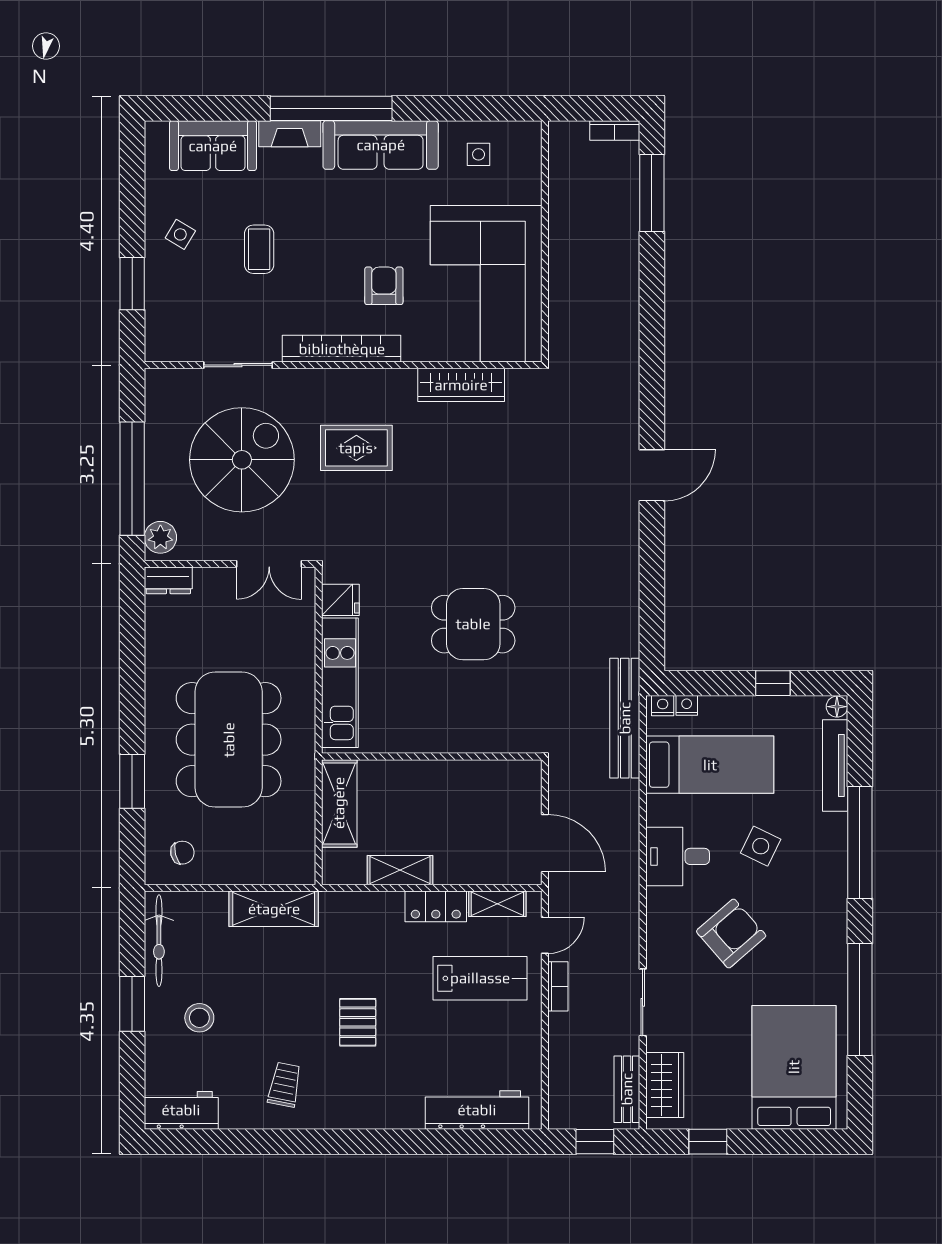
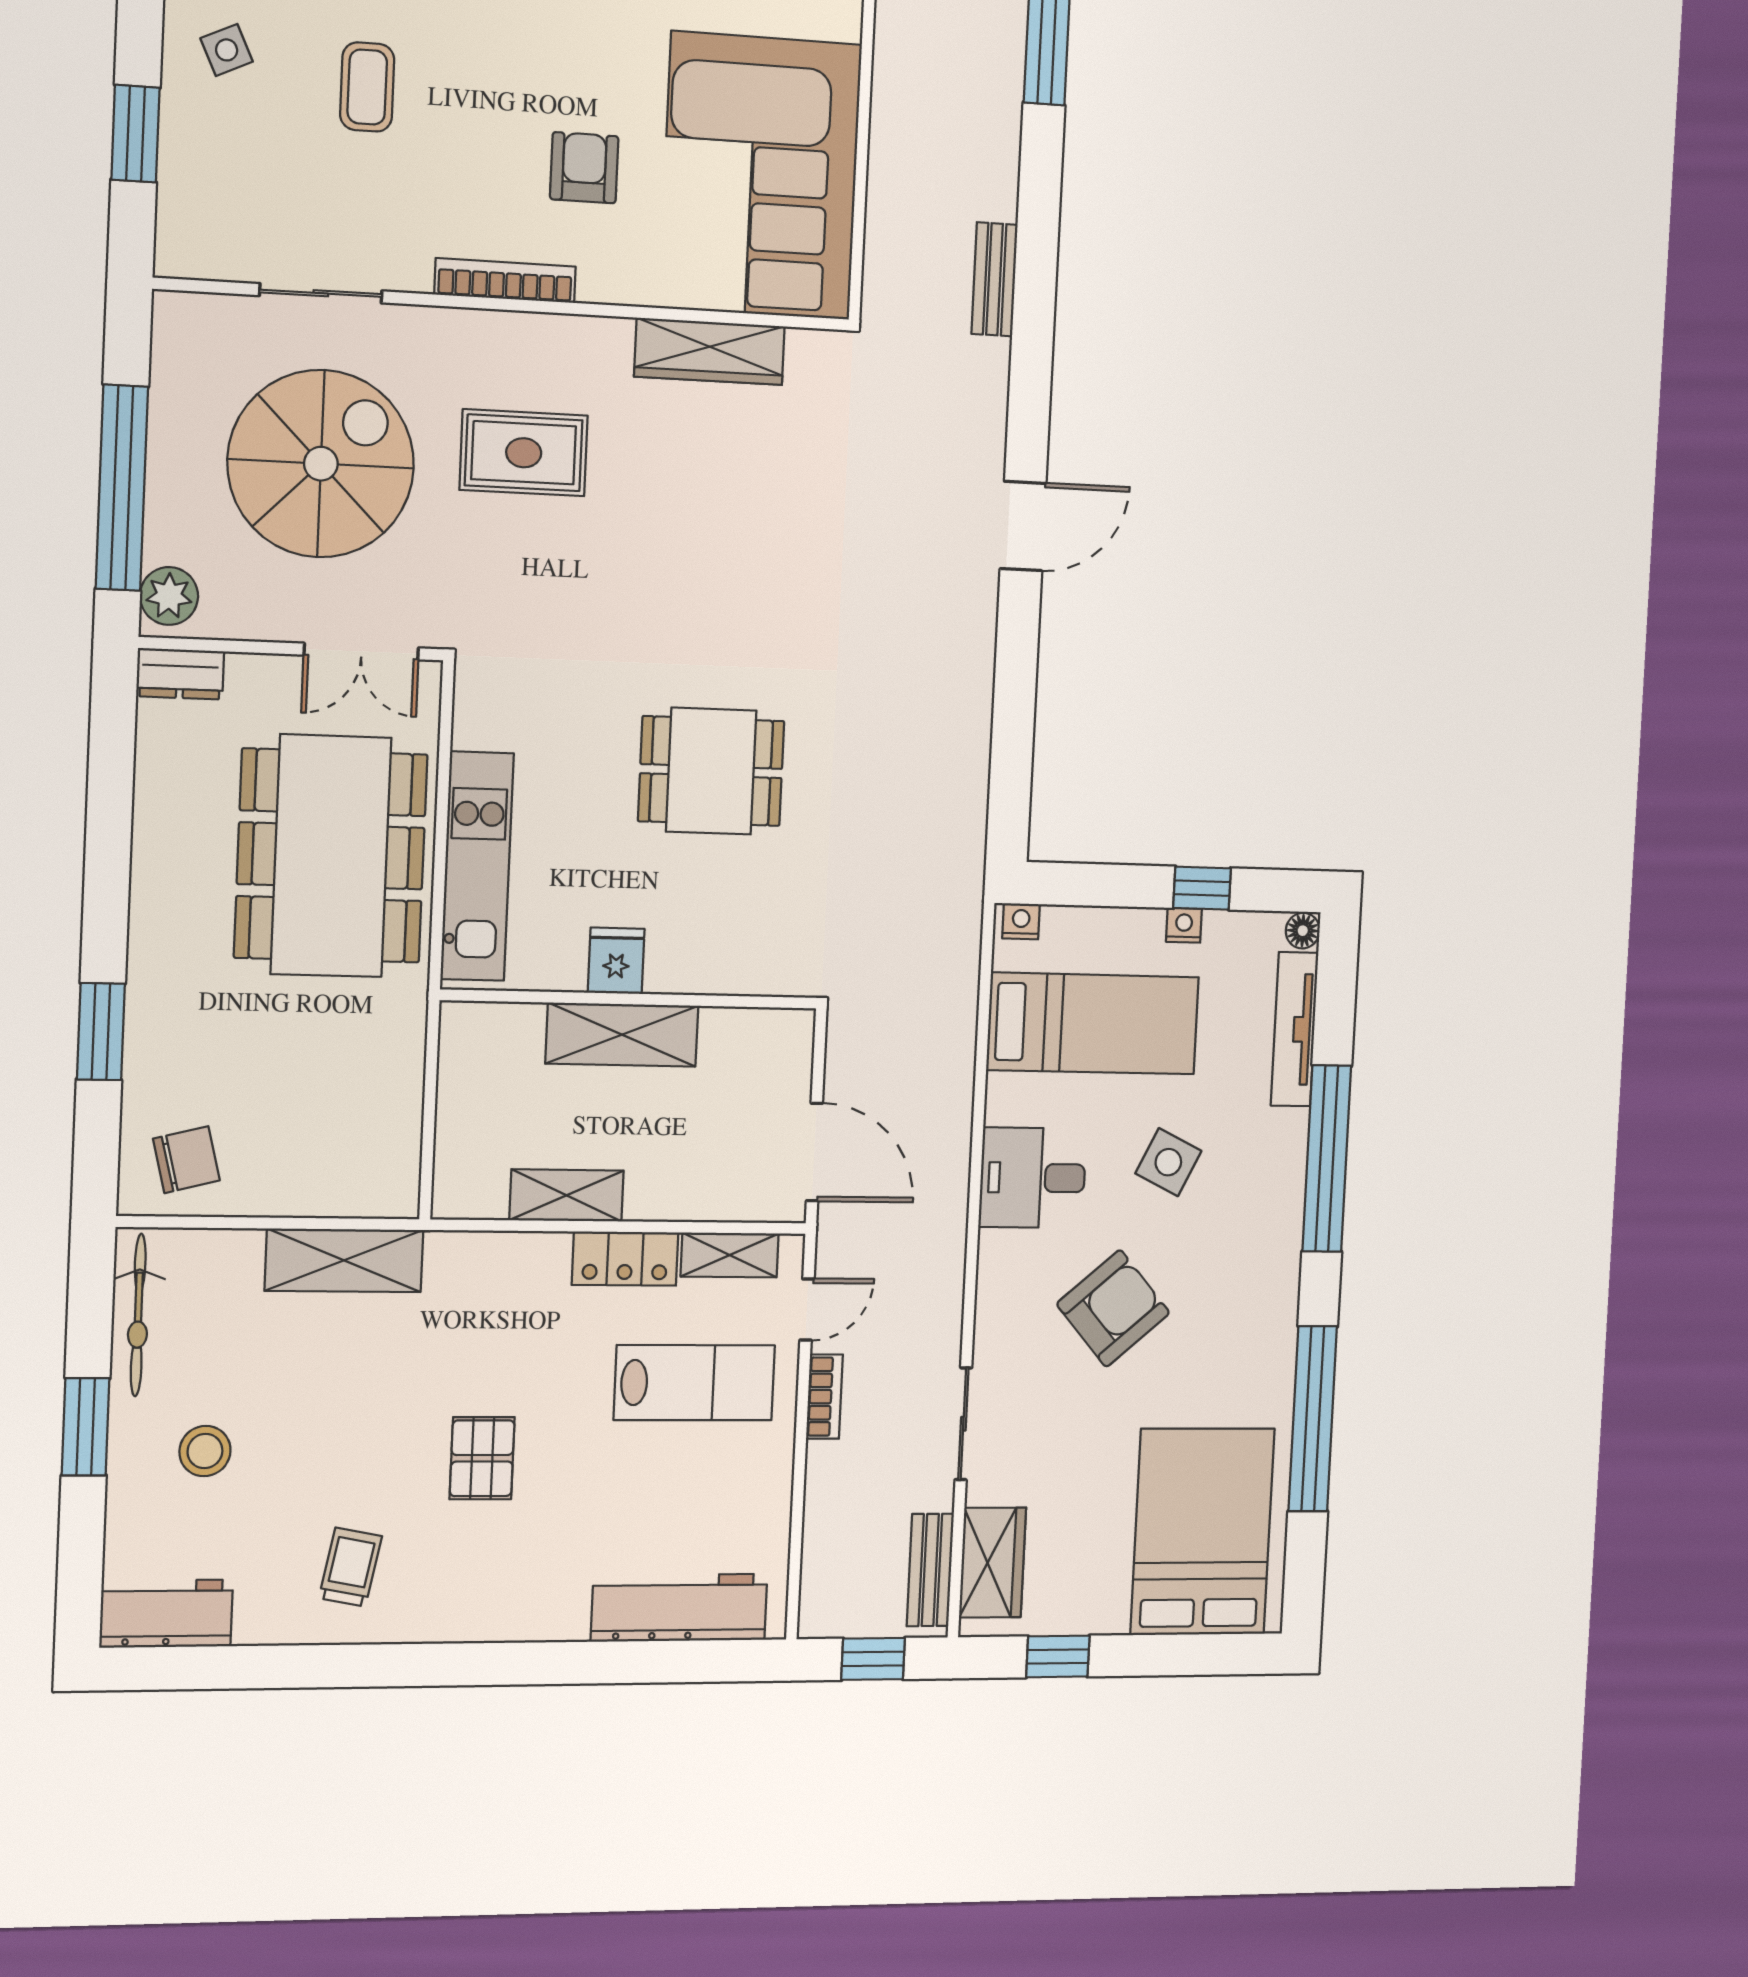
side table: (180, 234) -> (227, 50), turned 34
bookcase: (342, 349) -> (505, 281), width x0.68, depth x0.76
fridge: (340, 600) -> (616, 961), moved, turned -90
nightstand: (687, 705) -> (1184, 925), moved
bench: (625, 718) -> (995, 279), moved, width x0.54, depth x0.82
dining table: (229, 740) -> (331, 856), moved
shelving: (339, 803) -> (622, 1035), moved, turned 90
chair: (182, 853) -> (186, 1160), width x1.37, depth x1.37

